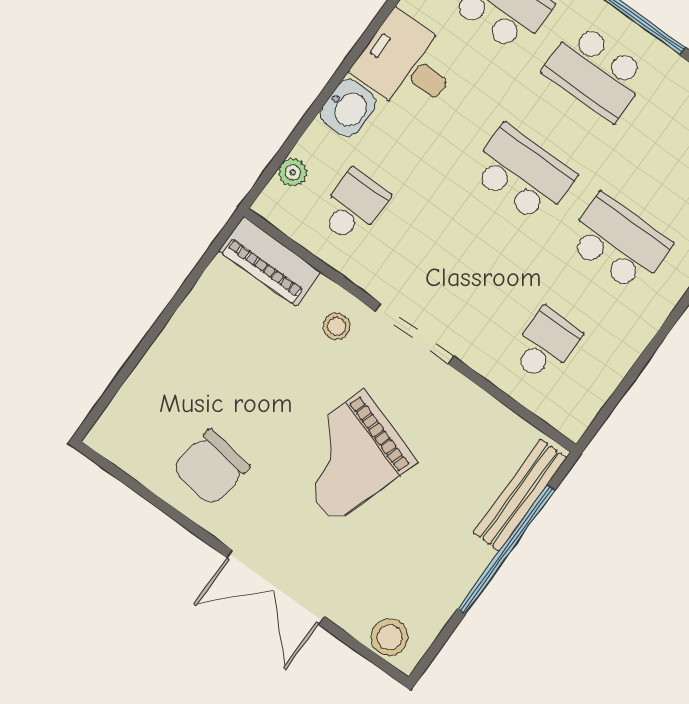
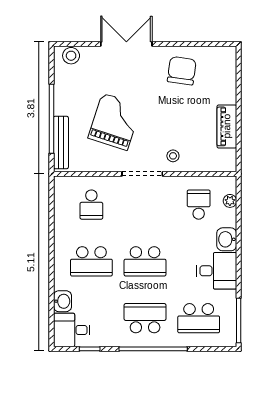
school desk: (353, 206) -> (199, 205), turned 180
piano: (270, 261) -> (227, 126), moved, turned -90
grand piano: (349, 457) -> (115, 122), moved

